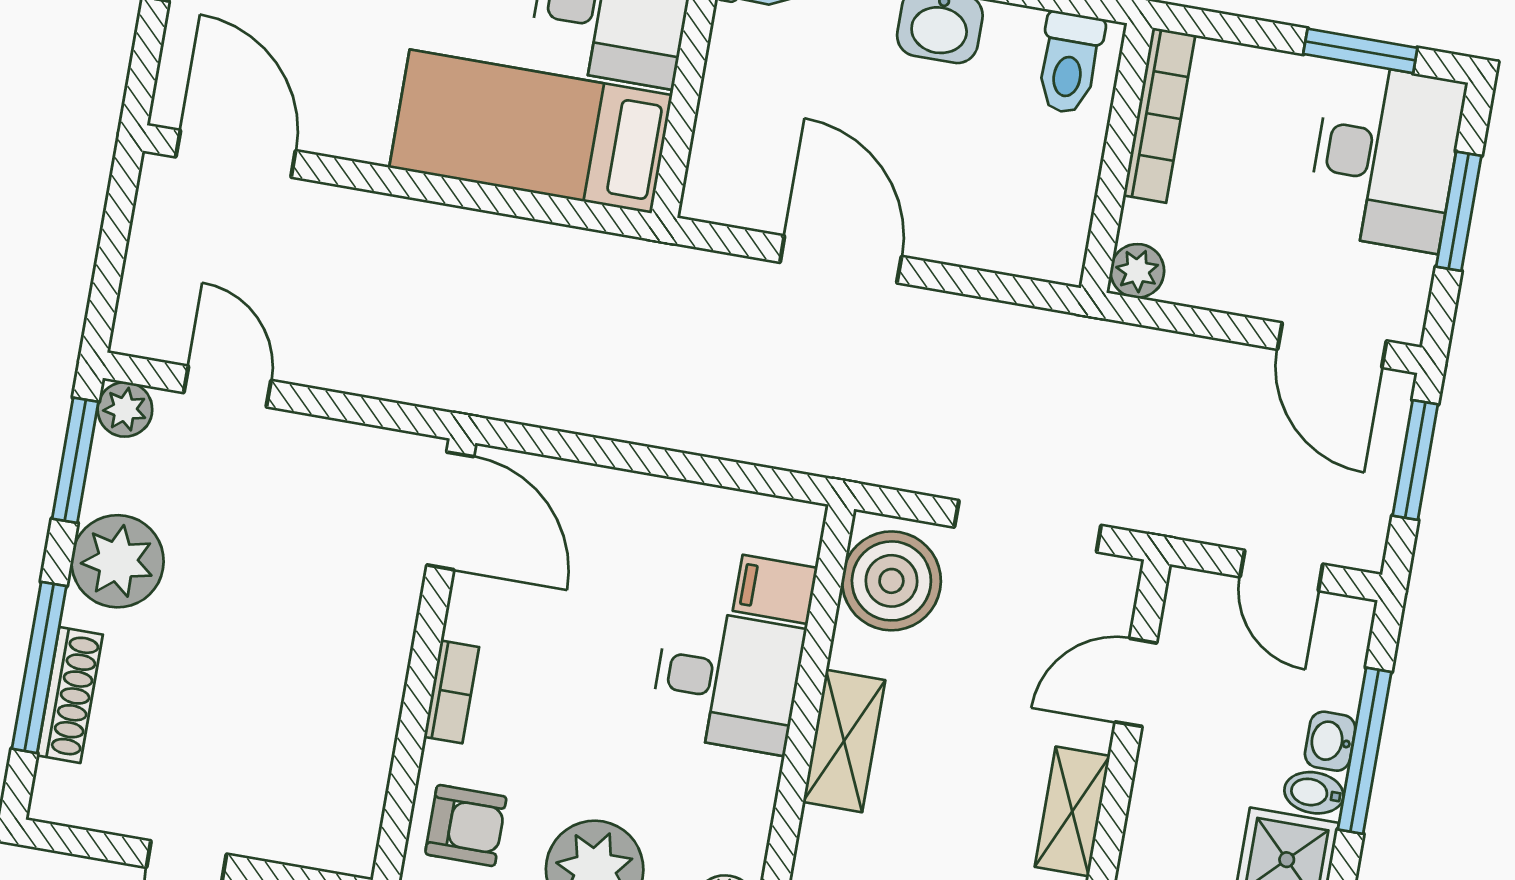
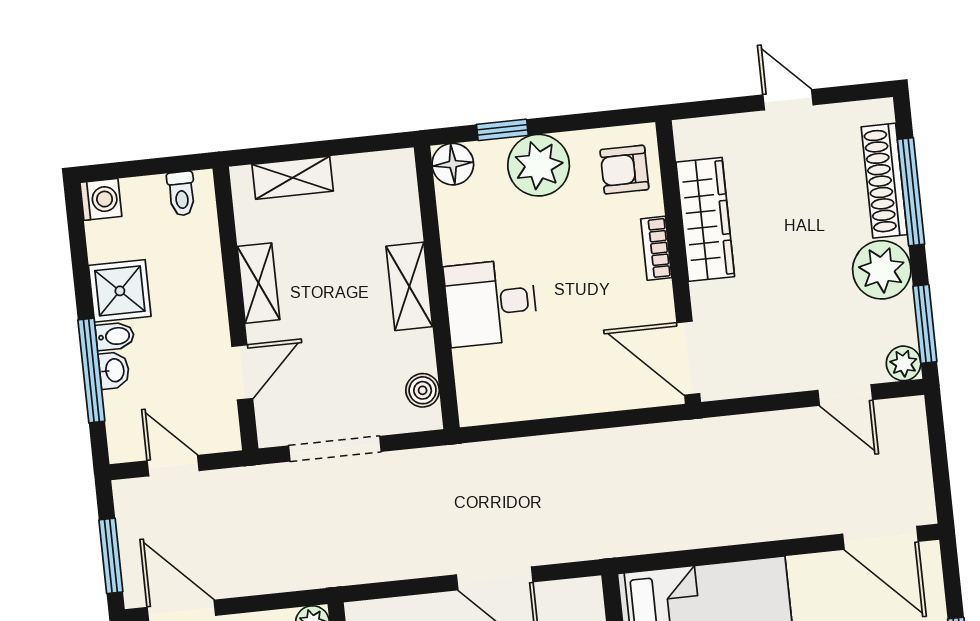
boiler: (891, 581) -> (423, 390), width x0.54, depth x0.54
filing cabinet: (775, 589) -> (477, 367), removed
shoe rack: (70, 695) -> (884, 181), width x1.36, depth x1.24
wardrobe: (364, 715) -> (705, 219), added

